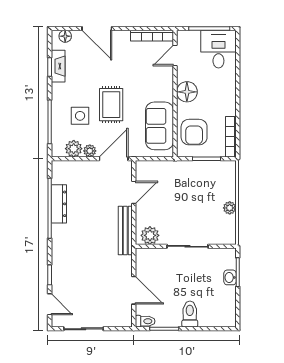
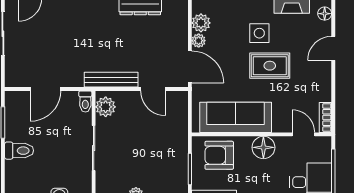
door: (97, 28) -> (333, 48), width x0.73
bookcase: (152, 36) -> (325, 118), width x0.64
rug: (111, 105) -> (270, 66), moved
side table: (80, 116) -> (259, 33), moved
sofa: (160, 126) -> (236, 117), width x1.36
toilet: (145, 321) -> (85, 101), moved

